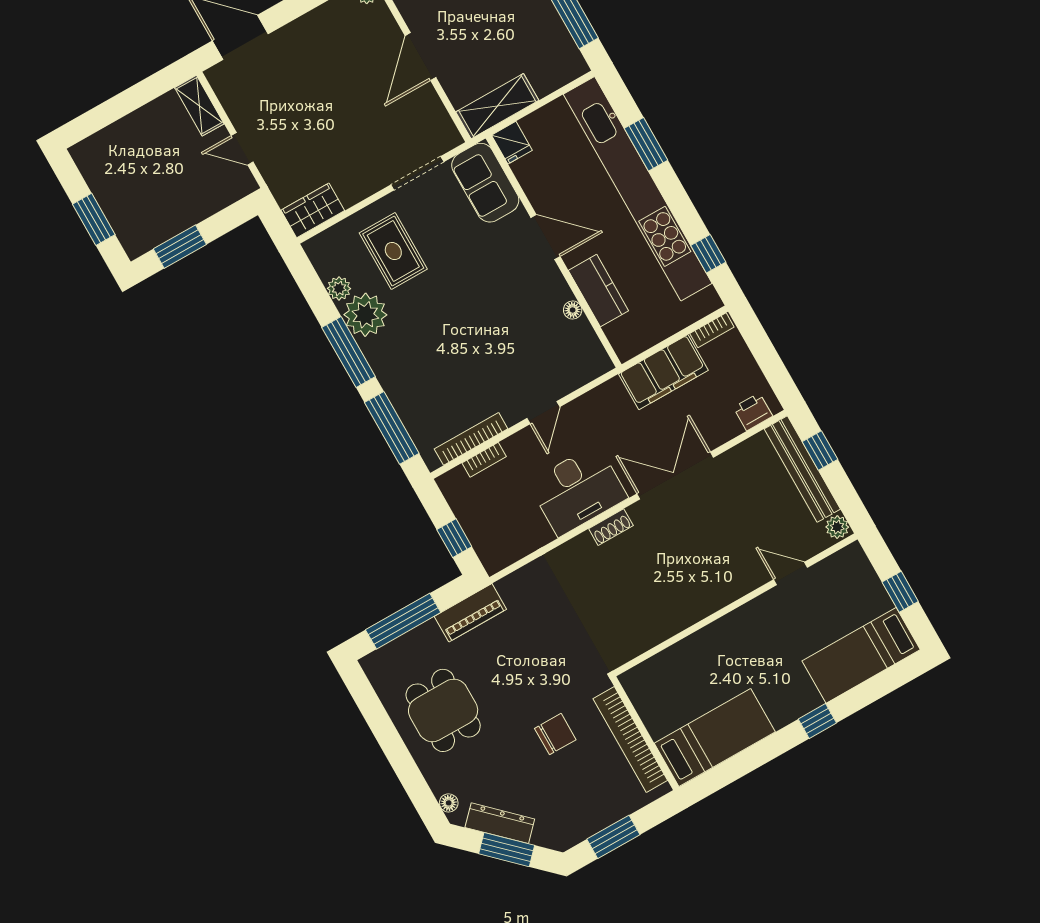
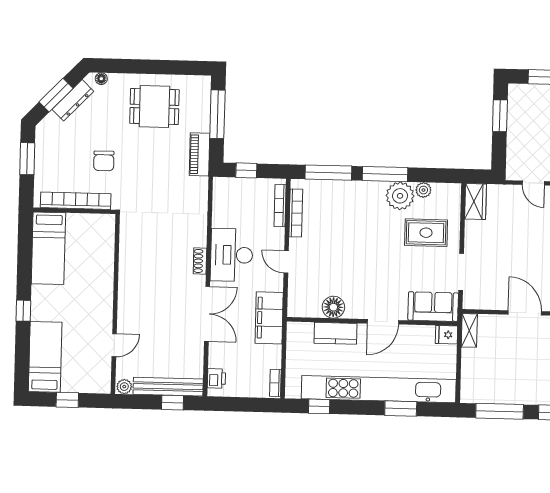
shelving: (497, 106) -> (469, 330), width x0.67, depth x0.75
door: (242, 149) -> (533, 183), swing flipped
floor lamp: (573, 310) -> (333, 307), width x1.89, depth x1.89
filing cabinet: (663, 372) -> (269, 318), moved
bookcase: (484, 460) -> (280, 206), width x1.56

